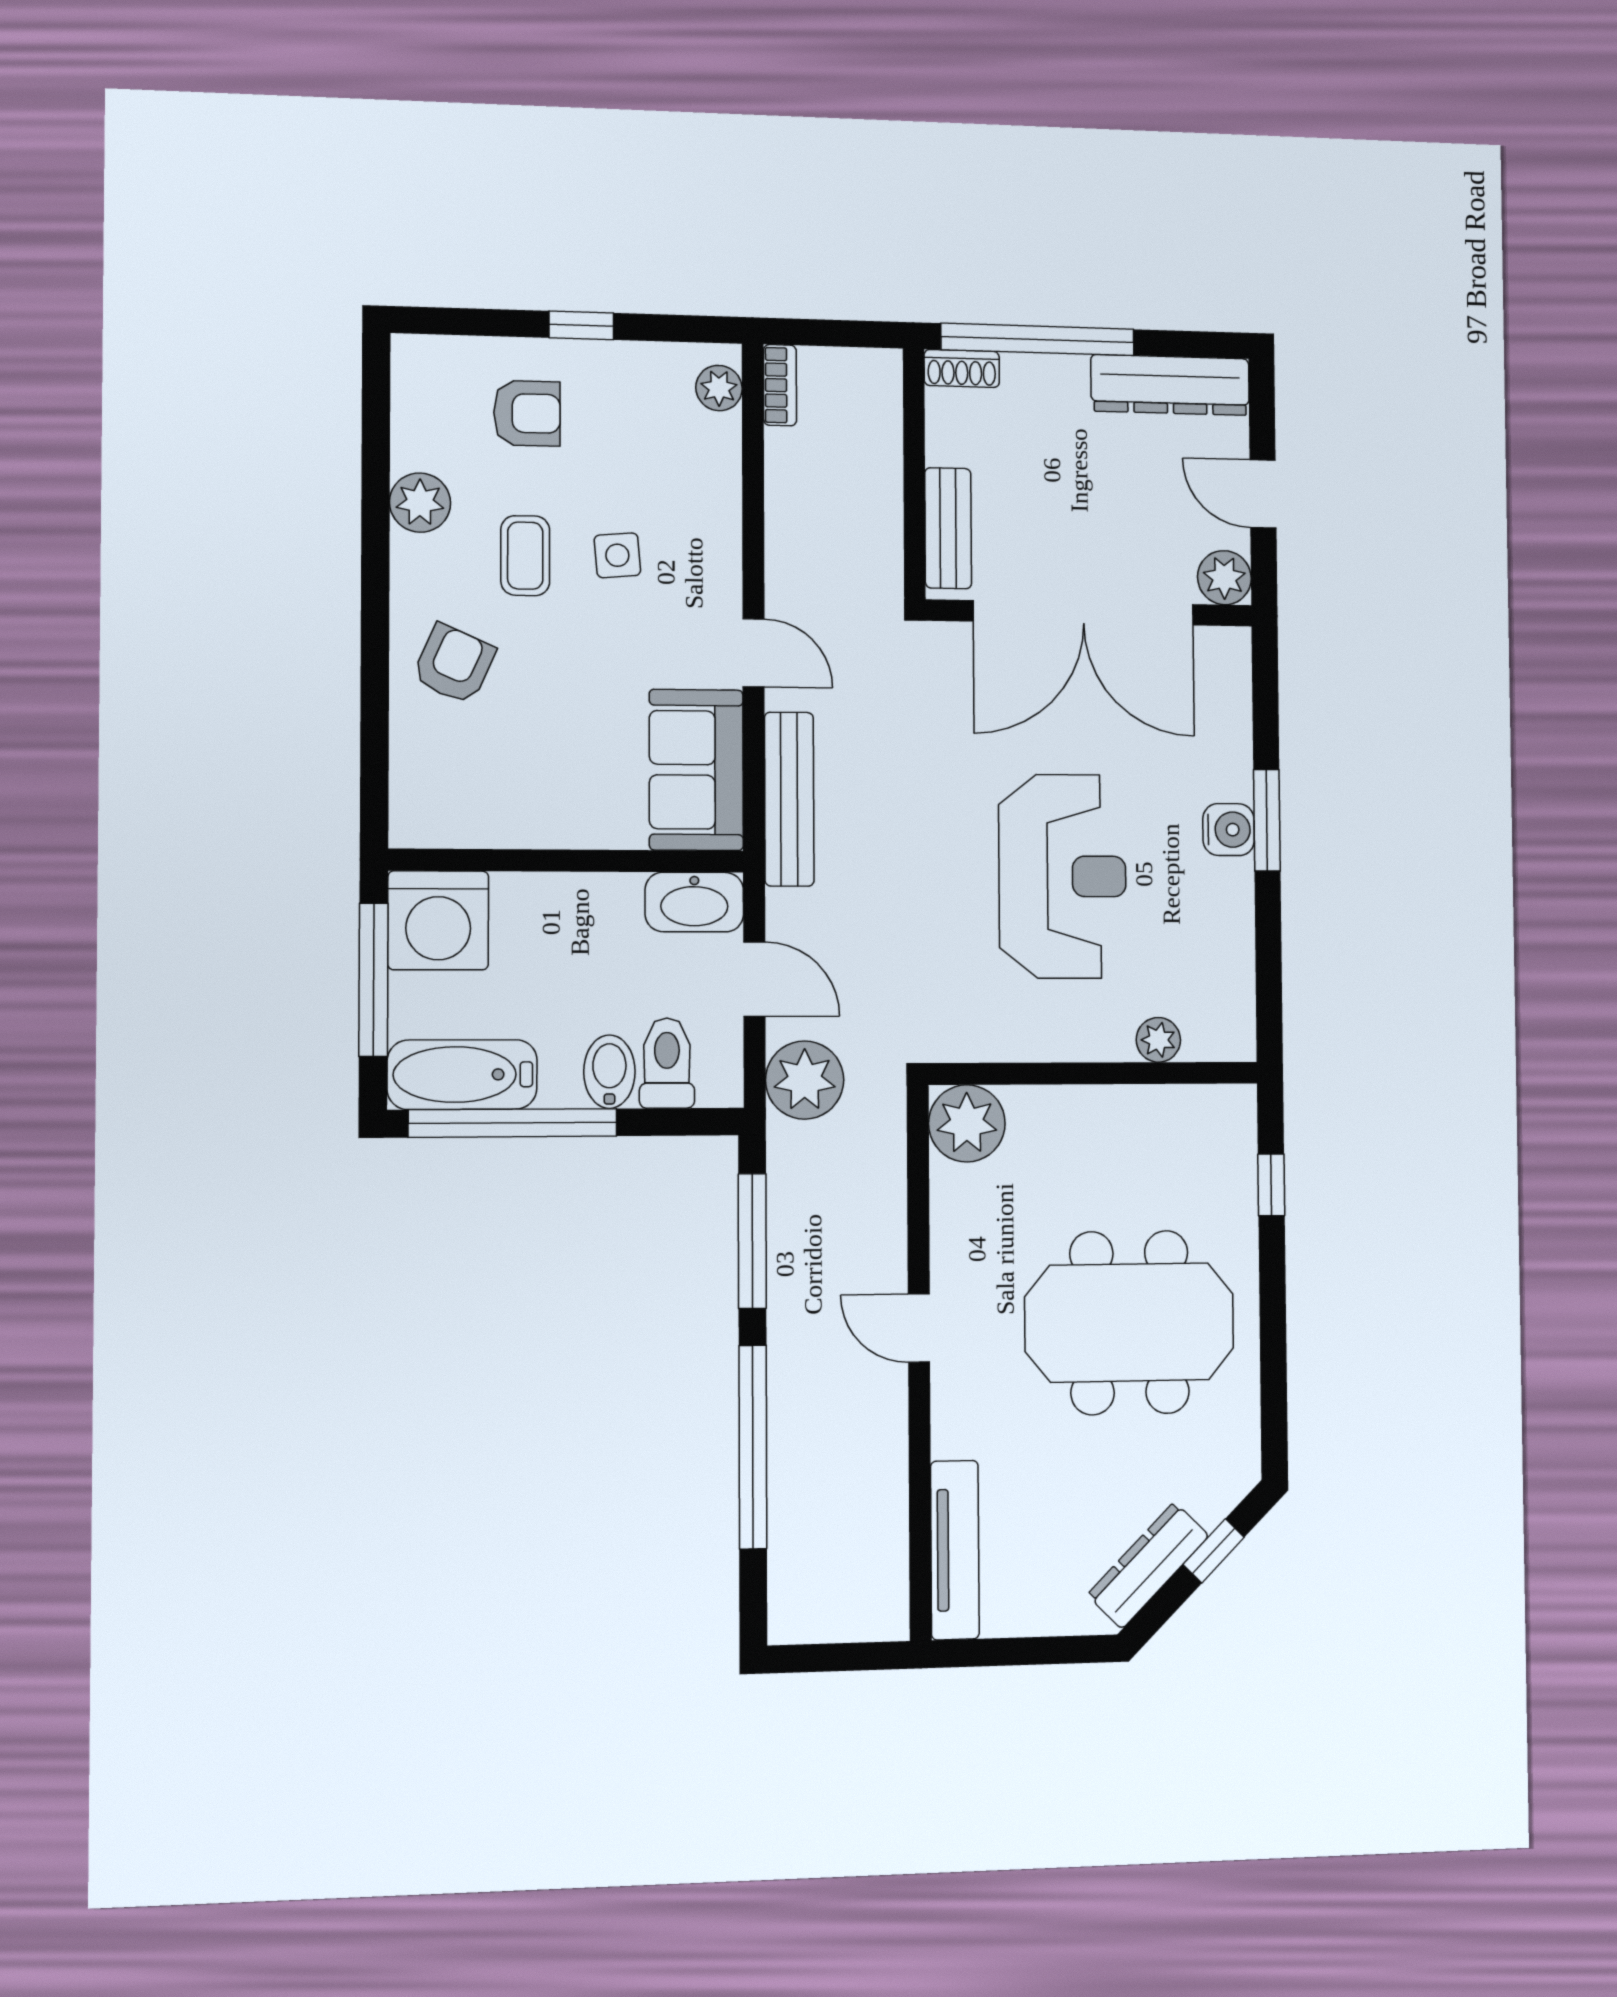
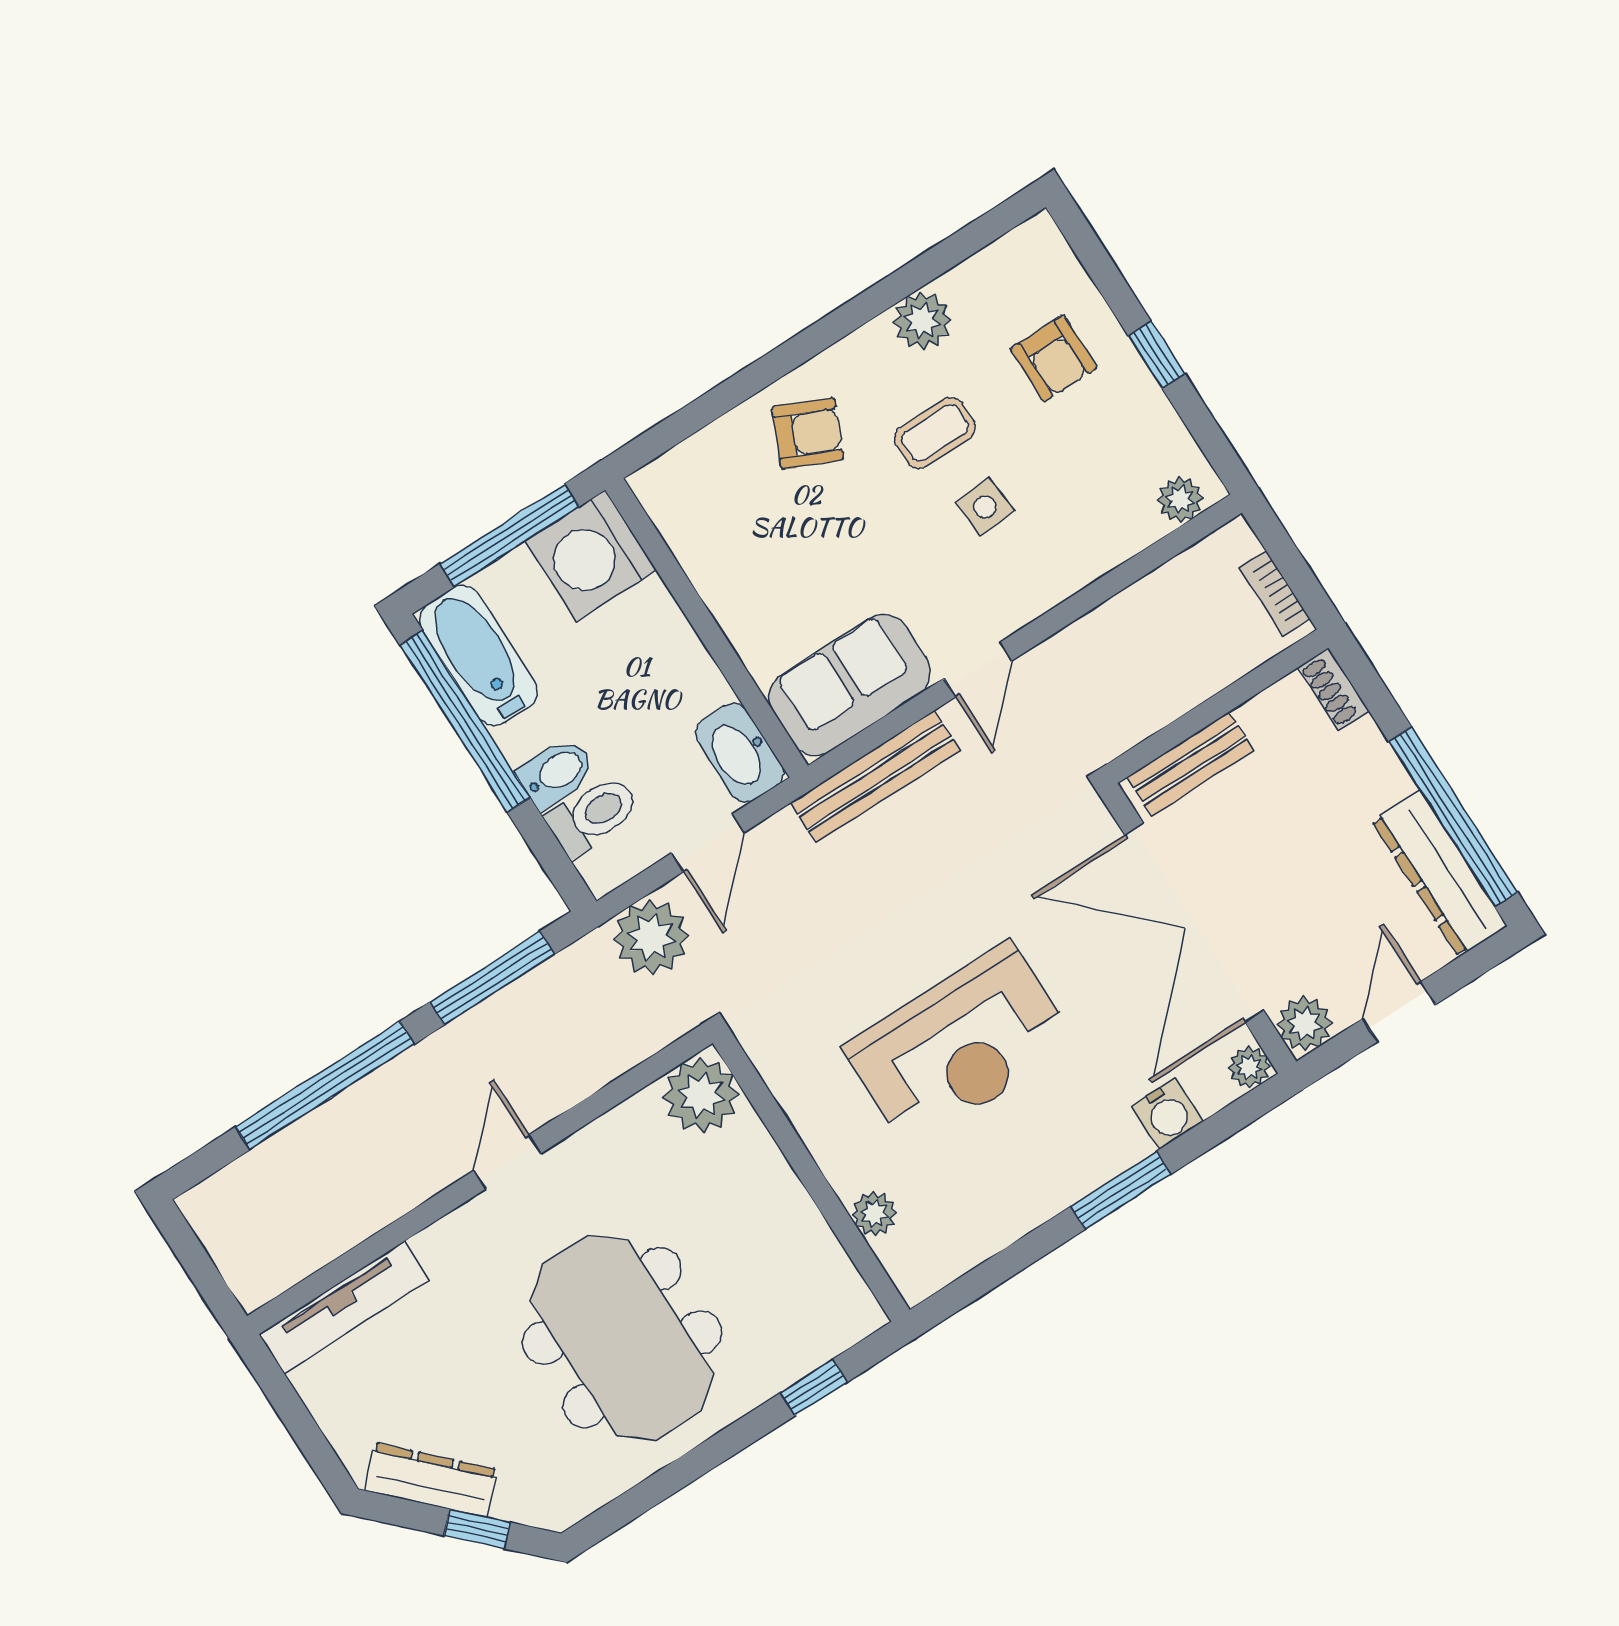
window: (1038, 339) -> (1453, 817), moved
bookcase: (780, 385) -> (1275, 593), moved, turned 90
plant: (1232, 647) -> (1249, 1067), added
water cooler: (1229, 830) -> (1167, 1114), moved

